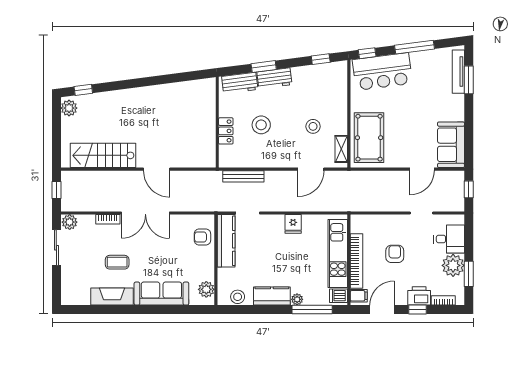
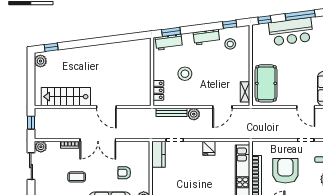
window: (264, 67) -> (171, 32), moved
bar counter: (382, 72) -> (291, 32), moved
workbench: (274, 78) -> (206, 37), moved
stool: (313, 126) -> (230, 44), moved
locker: (226, 131) -> (158, 90), moved
door: (422, 169) -> (306, 107), hinge flipped
plant: (273, 179) -> (194, 114), added
armchair: (202, 237) -> (124, 173), moved
kitchen counter: (226, 241) -> (159, 154), width x0.67
armchair: (395, 254) -> (285, 171), width x1.88, depth x1.88

